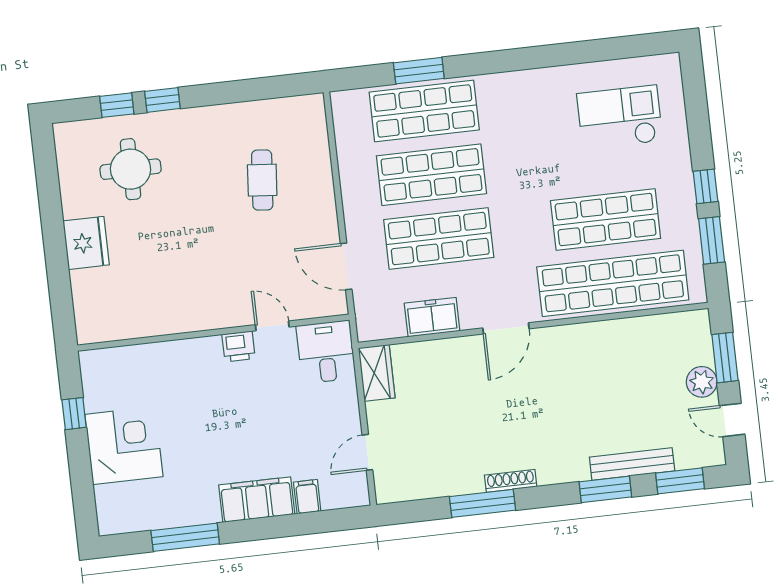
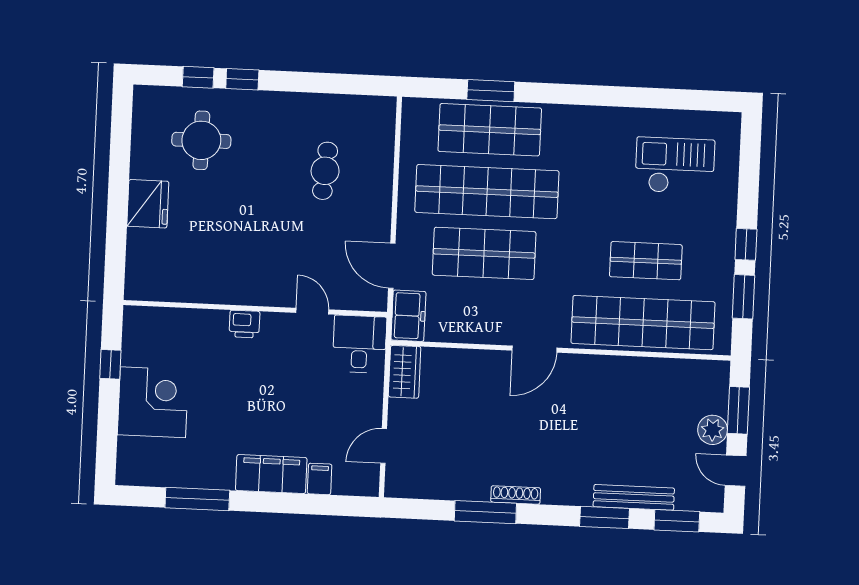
shop shelf: (431, 175) -> (487, 192), width x1.40
shop shelf: (606, 220) -> (646, 261), width x0.70, depth x0.74
freezer: (432, 317) -> (408, 316), moved, turned 90
printer: (239, 346) -> (244, 324), moved

